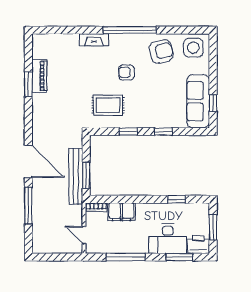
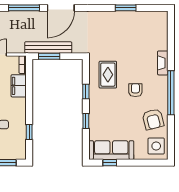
piano: (39, 76) -> (132, 17), removed

